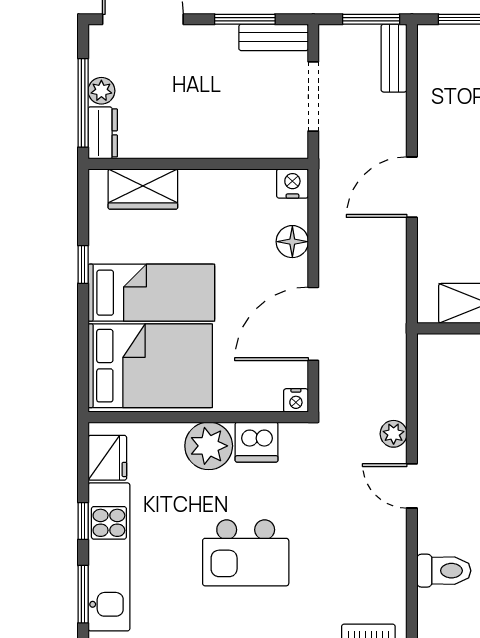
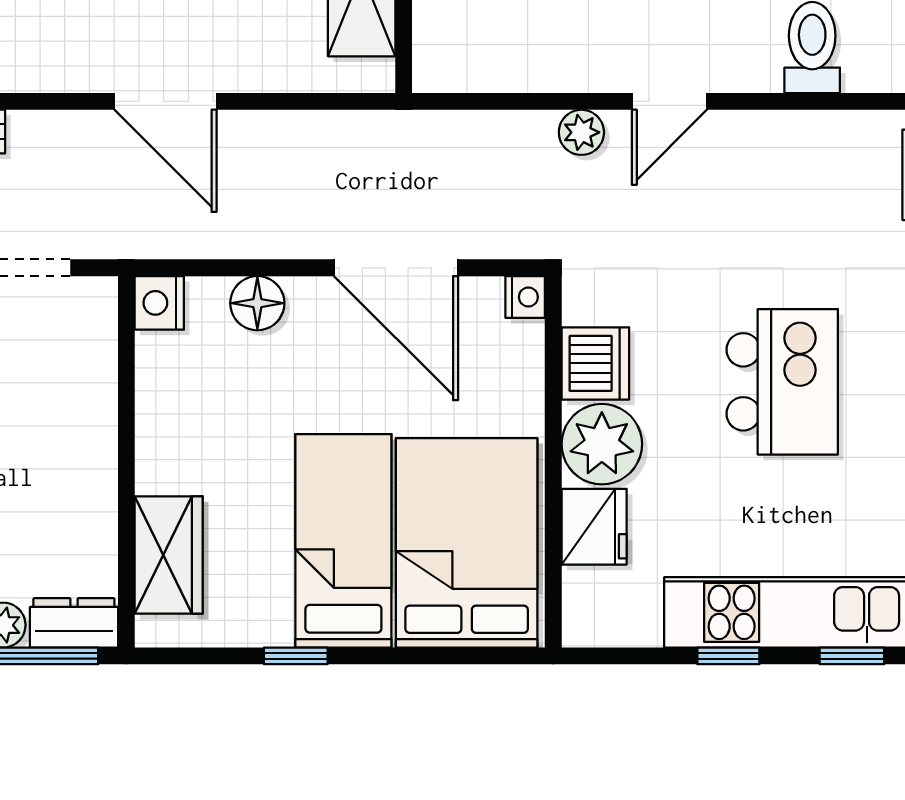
fridge: (107, 458) -> (594, 527), moved, turned 90
window: (83, 594) -> (852, 656), width x0.67

